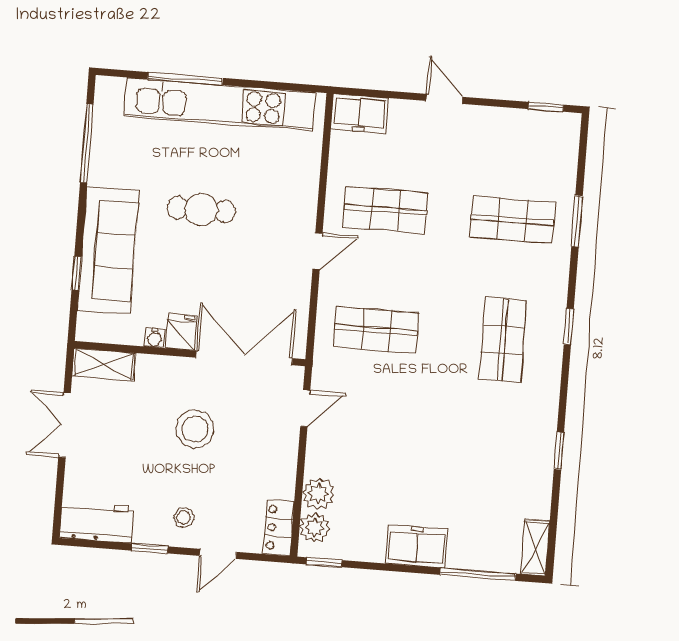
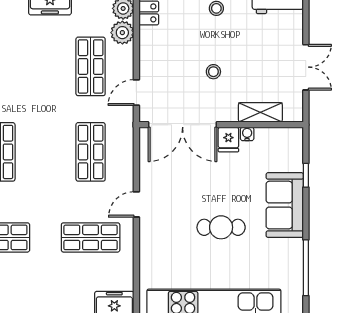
sofa: (108, 250) -> (285, 205), width x0.73
shop shelf: (376, 330) -> (91, 152), turned 90
shelving: (104, 364) -> (260, 112), moved
stool: (195, 429) -> (213, 72), width x0.53, depth x0.53
shop shelf: (367, 450) -> (91, 66), added

